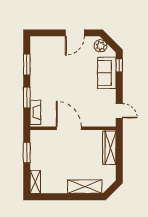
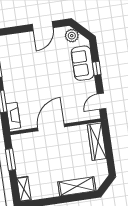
window: (119, 65) -> (97, 68), moved
door: (119, 111) -> (102, 101), swing flipped
door: (69, 128) -> (51, 127), hinge flipped

